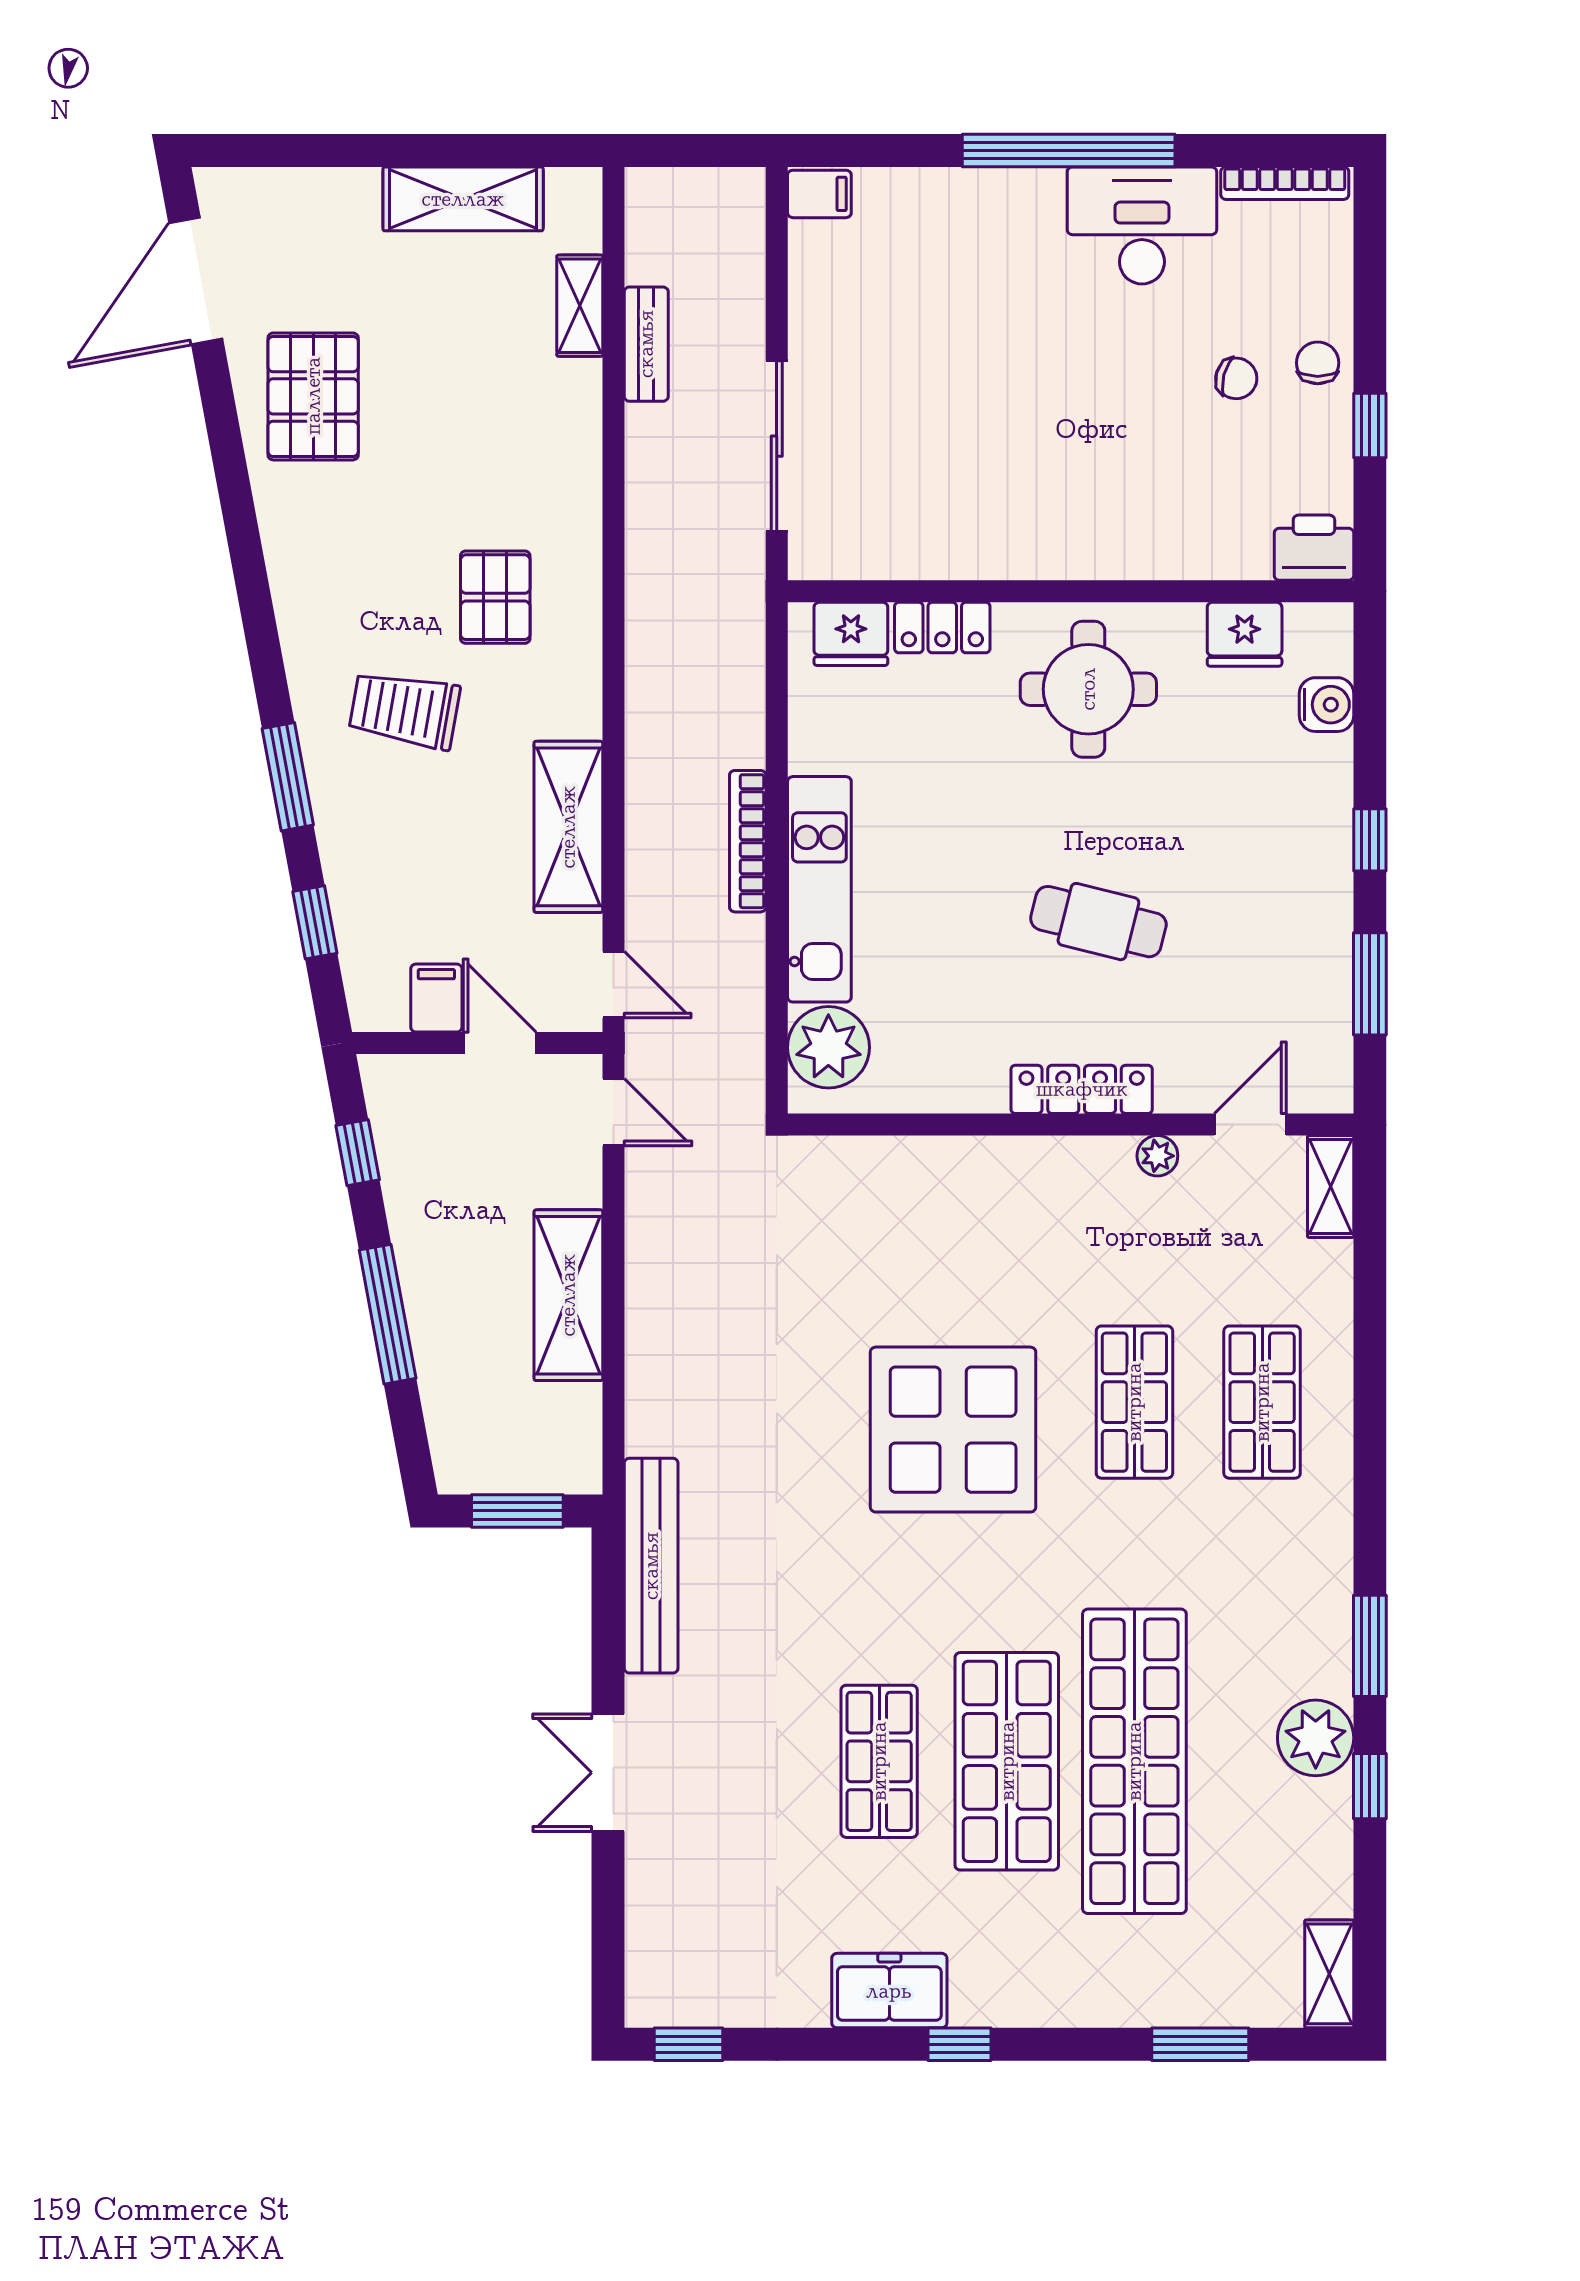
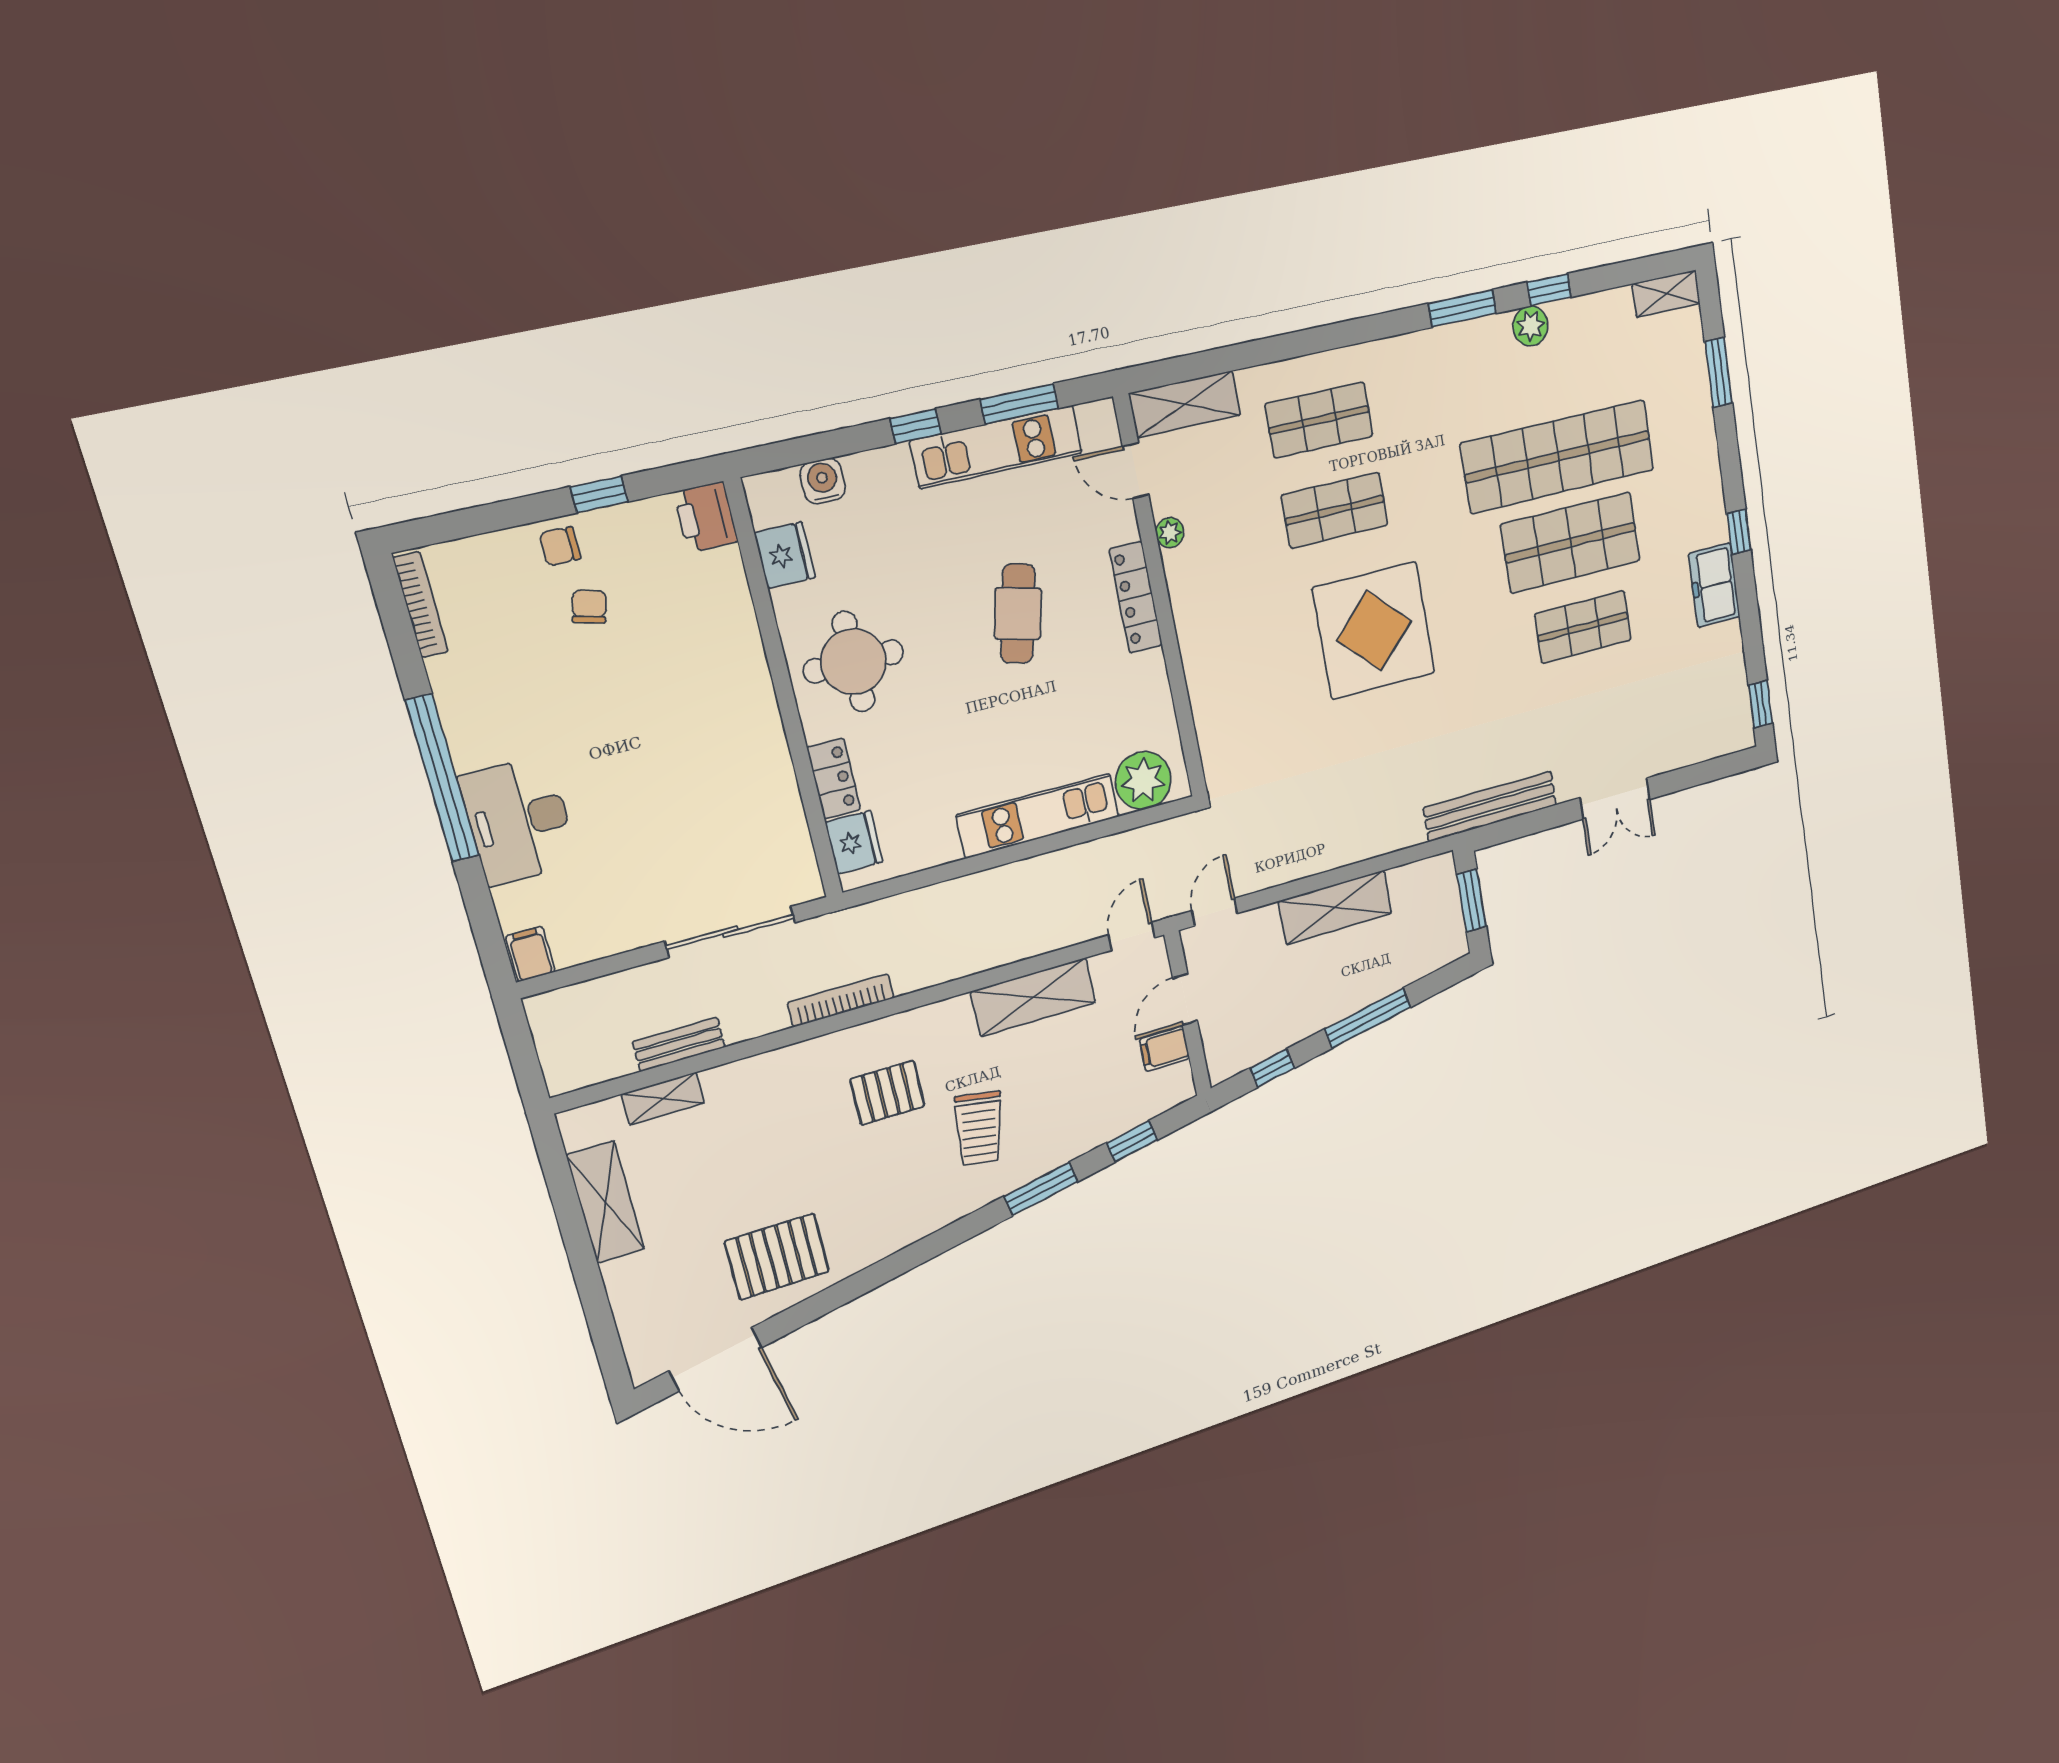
desk: (1142, 225) -> (519, 821), moved
bookcase: (748, 841) -> (841, 1000), moved, turned 180
kitchen unit: (1321, 941) -> (997, 447), added
shelving: (1331, 1187) -> (1185, 404), width x1.50, depth x1.33
plant: (1316, 1738) -> (1531, 326), width x0.73, depth x0.73

